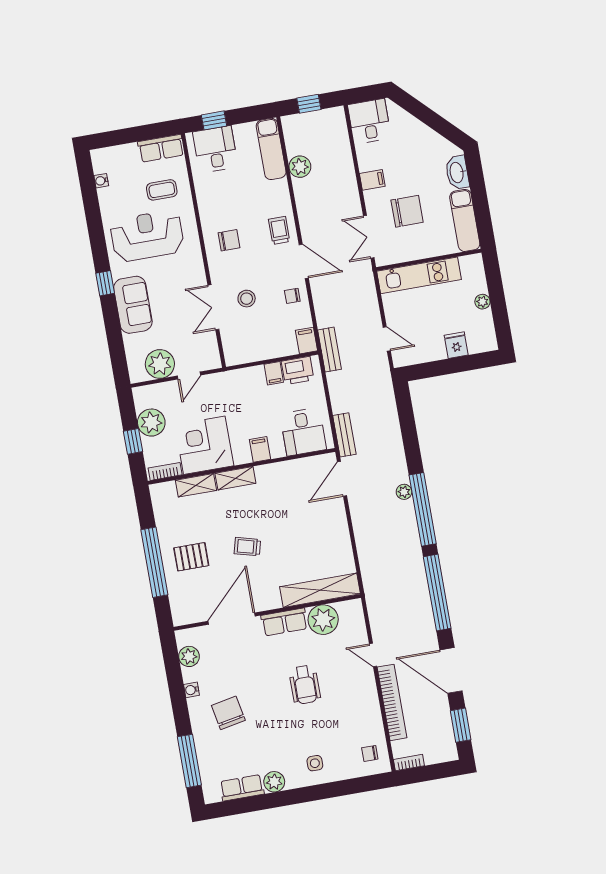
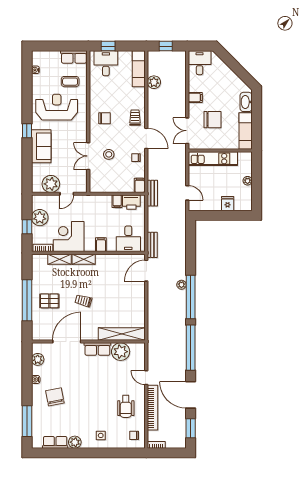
wheelchair: (305, 685) -> (126, 406), moved

